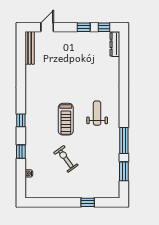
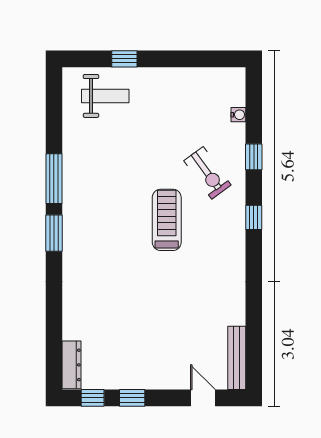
door: (47, 27) -> (203, 398), swing flipped
weight bench: (97, 113) -> (105, 96), moved, turned -90
exercise bike: (66, 159) -> (207, 173), moved
window: (124, 171) -> (54, 233), moved

